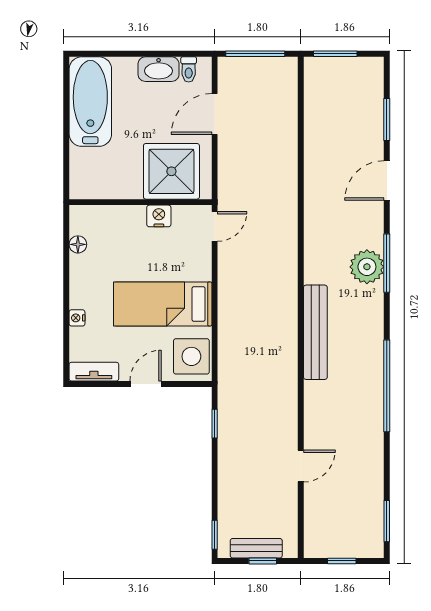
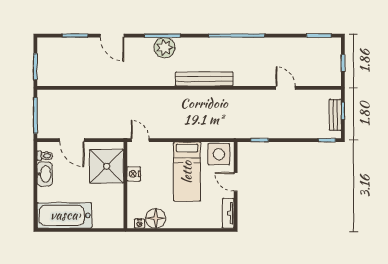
floor lamp: (78, 244) -> (156, 218), width x1.89, depth x1.89
nightstand: (77, 318) -> (140, 224), moved

